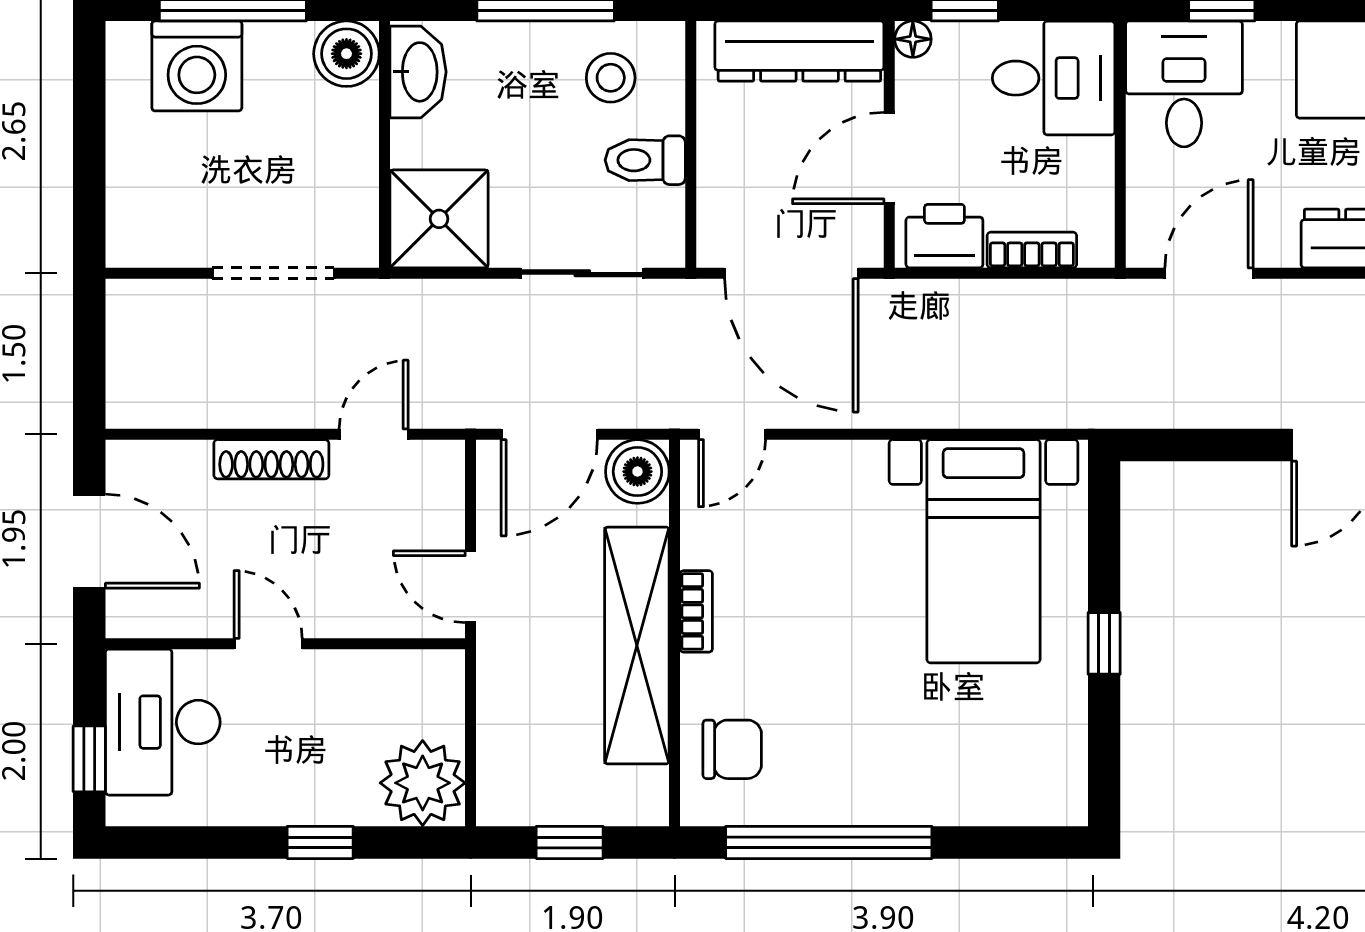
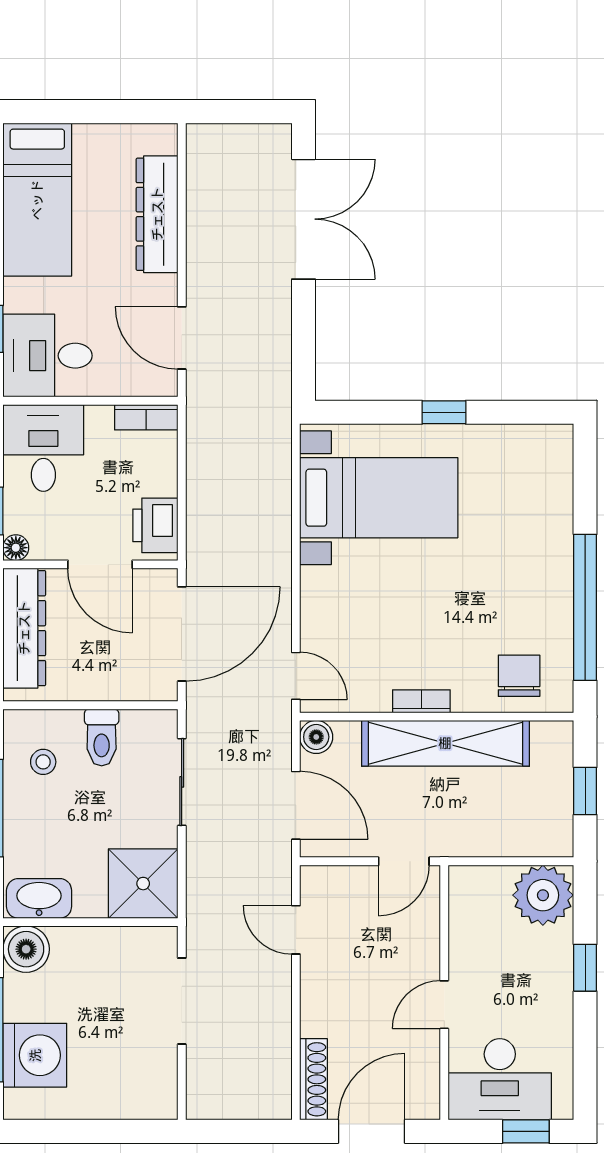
stool: (611, 78) -> (43, 762), width x0.73, depth x0.73
bookcase: (1032, 250) -> (146, 417), moved, turned -90
shoe rack: (271, 459) -> (313, 1079), moved
boiler: (637, 472) -> (316, 737), width x0.73, depth x0.73

